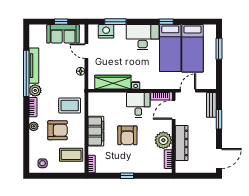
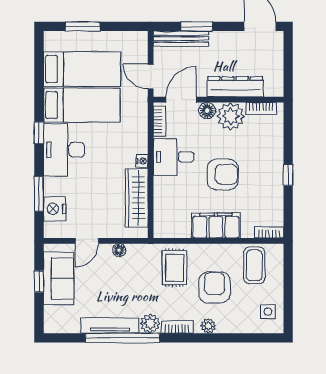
window: (166, 22) -> (39, 133), moved
bench: (211, 105) -> (181, 39), width x1.36
door: (174, 110) -> (181, 100), swing flipped
floor lamp: (167, 126) -> (207, 111), added

